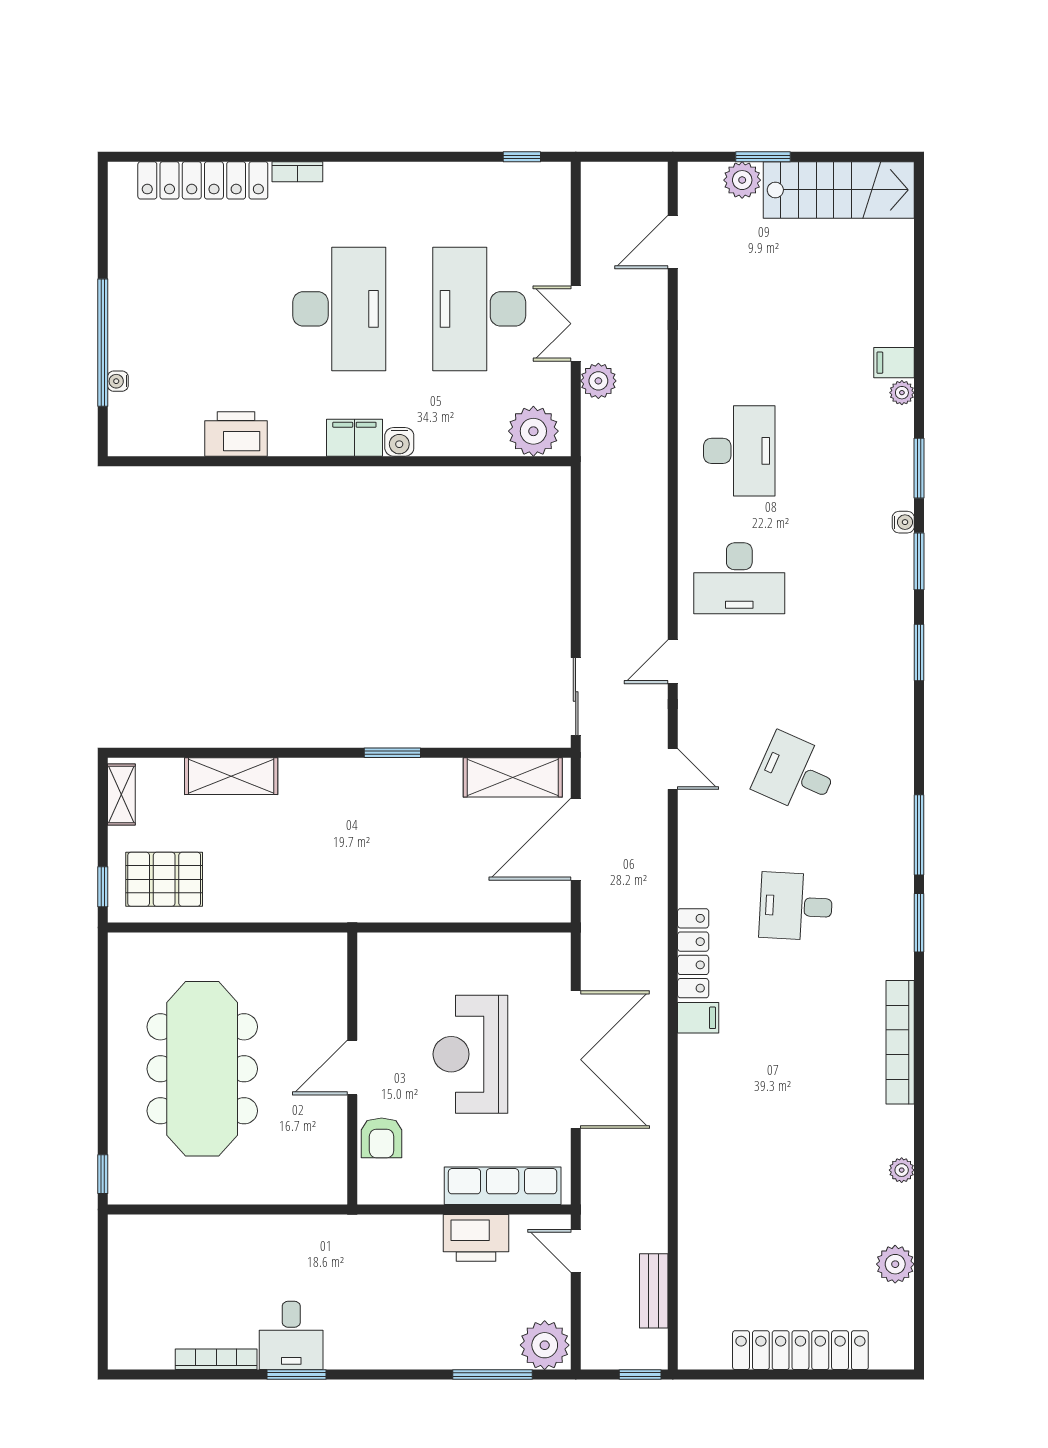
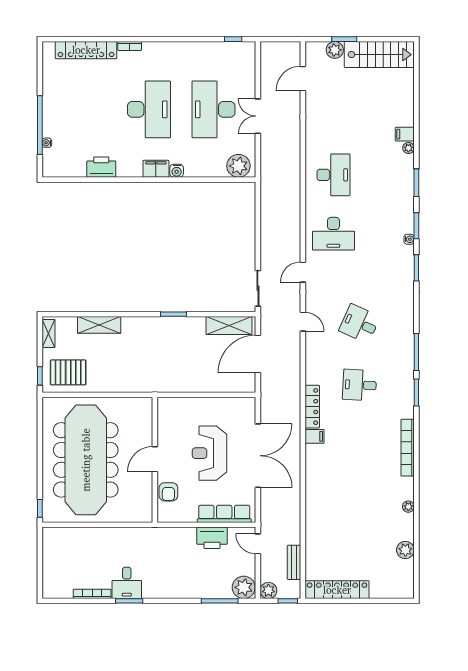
plant: (598, 381) -> (268, 590), moved
water cooler: (903, 522) -> (409, 239), moved
meeting table: (202, 1069) -> (86, 460), width x1.36, depth x1.27
locker: (800, 1350) -> (337, 590), moved

